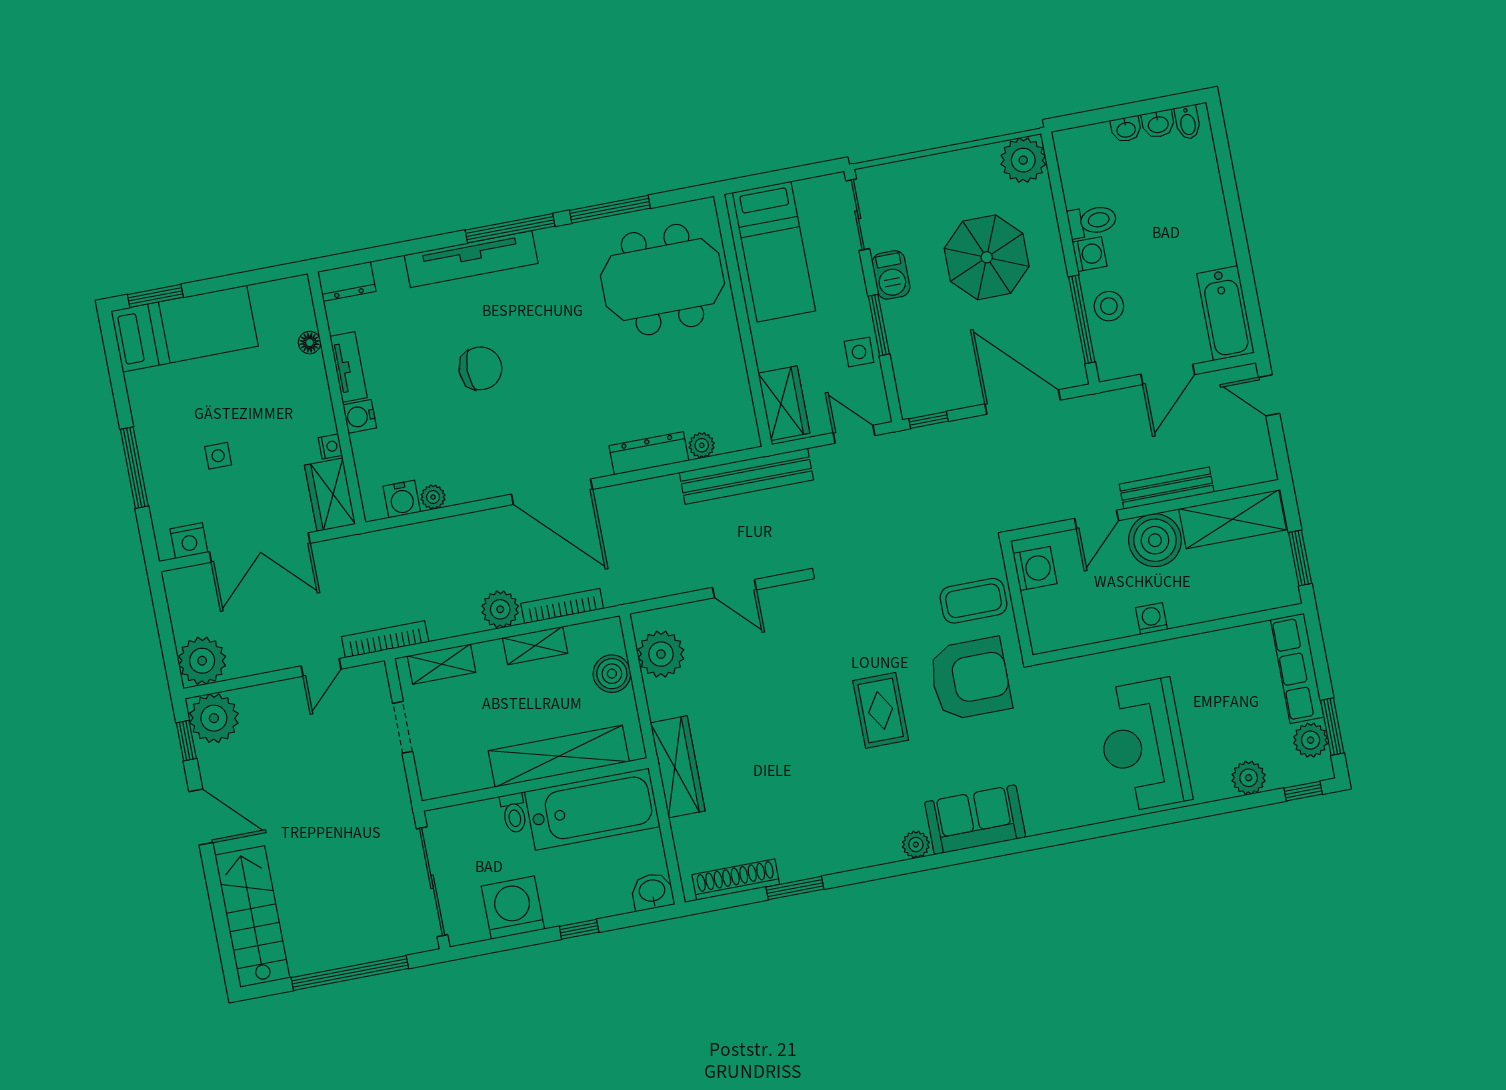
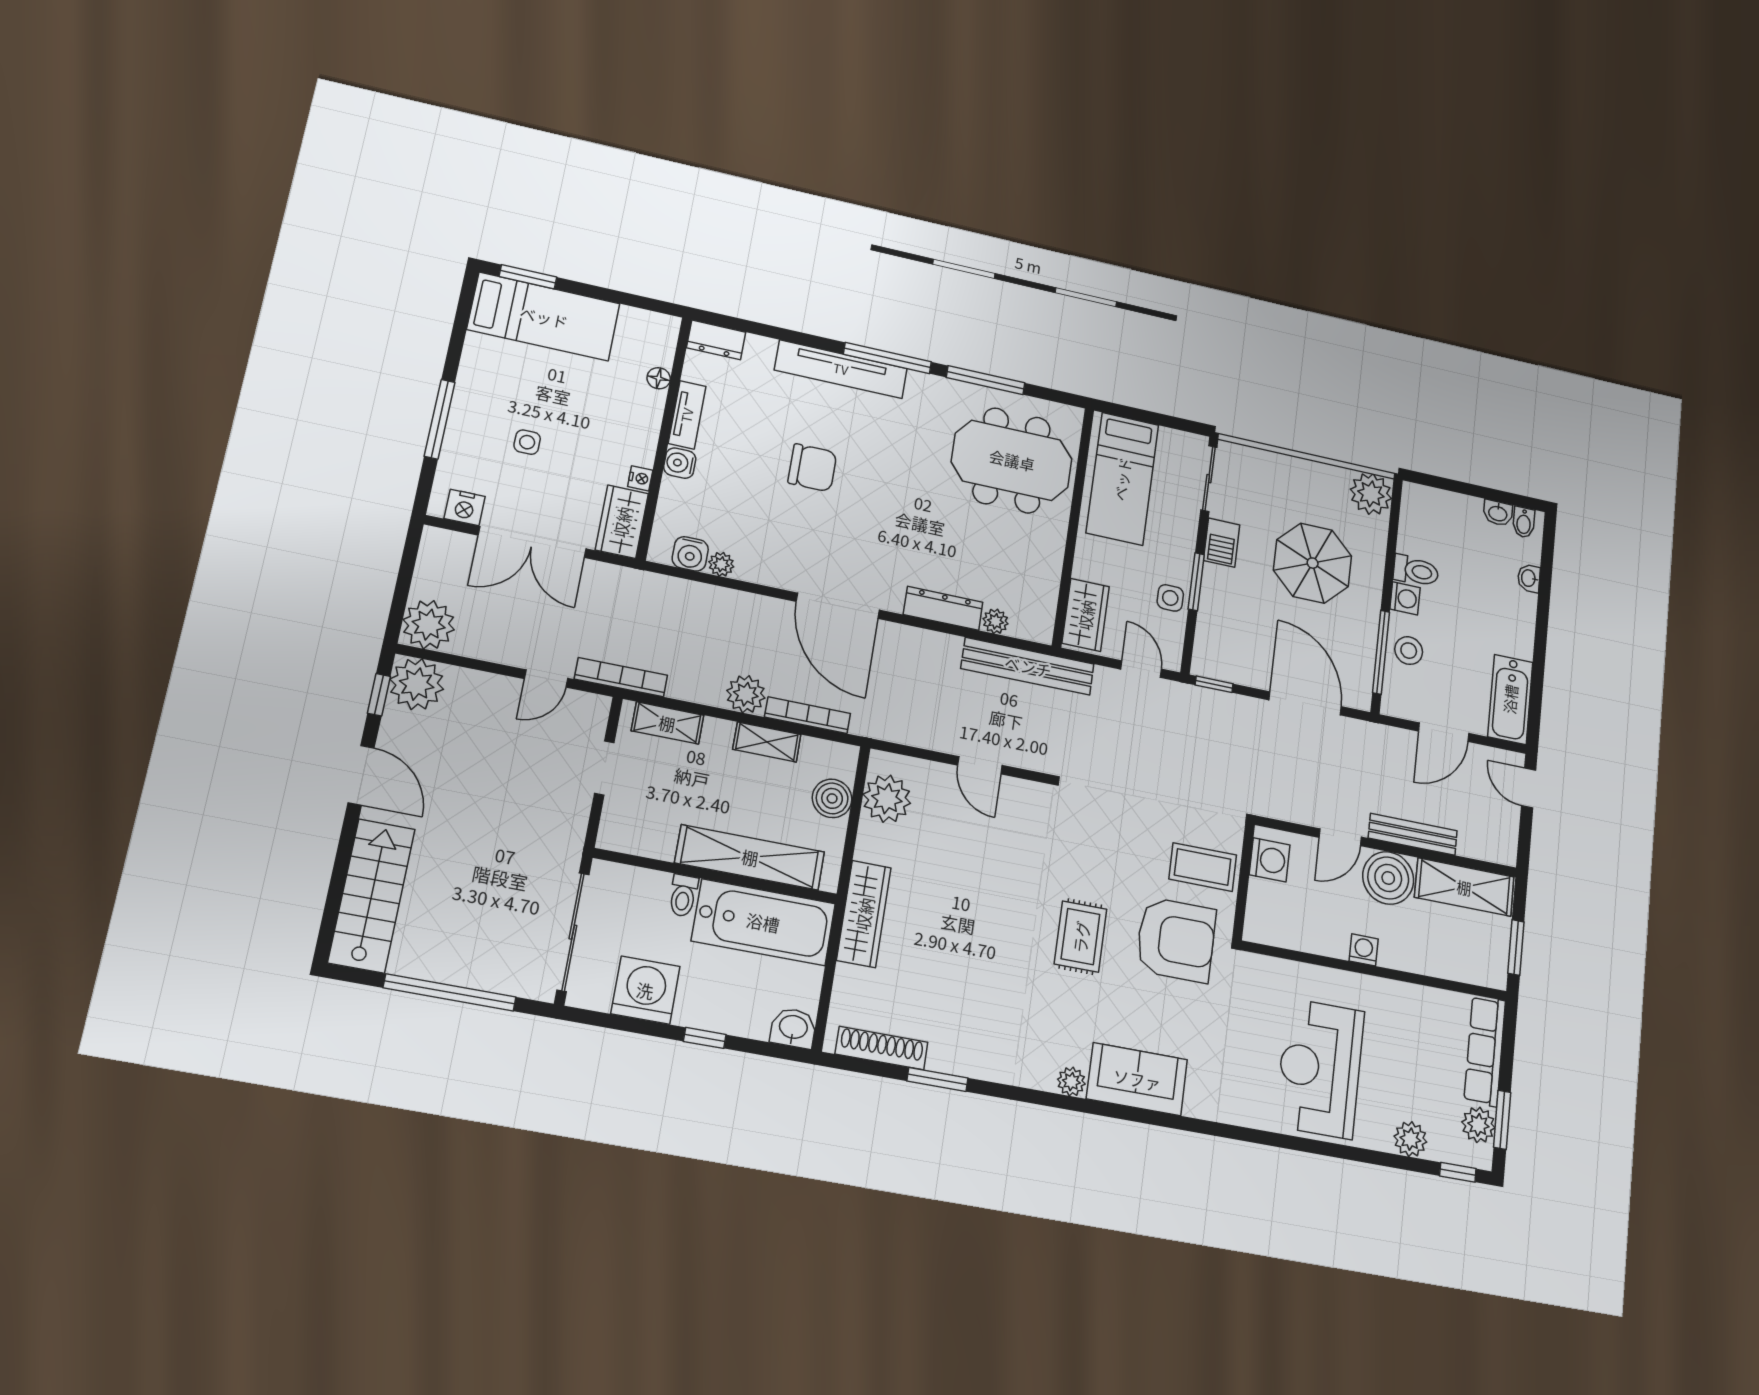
washbasin: (1126, 129) -> (1529, 578), moved, turned 90

